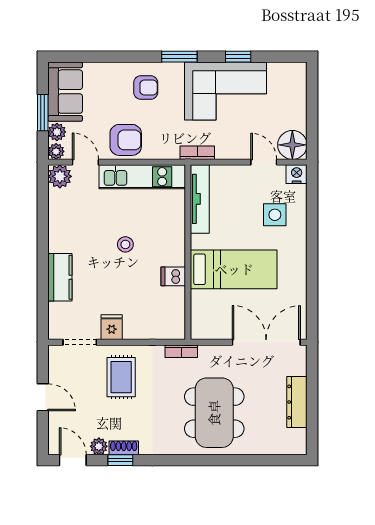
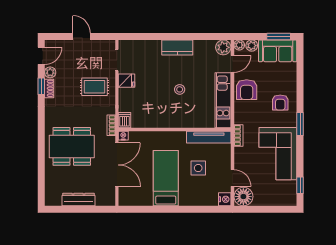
window: (238, 57) -> (300, 185), moved
window: (43, 113) -> (279, 36), moved
door: (264, 162) -> (232, 178), hinge flipped
side table: (275, 215) -> (198, 168), moved
bed: (234, 269) -> (166, 178), moved, turned 180
dishwasher: (173, 276) -> (125, 120), moved
kitchen counter: (60, 277) -> (177, 47), moved
nightstand: (198, 332) -> (123, 136), added
double door: (266, 342) -> (117, 165), moved
door: (43, 397) -> (82, 36), swing flipped

